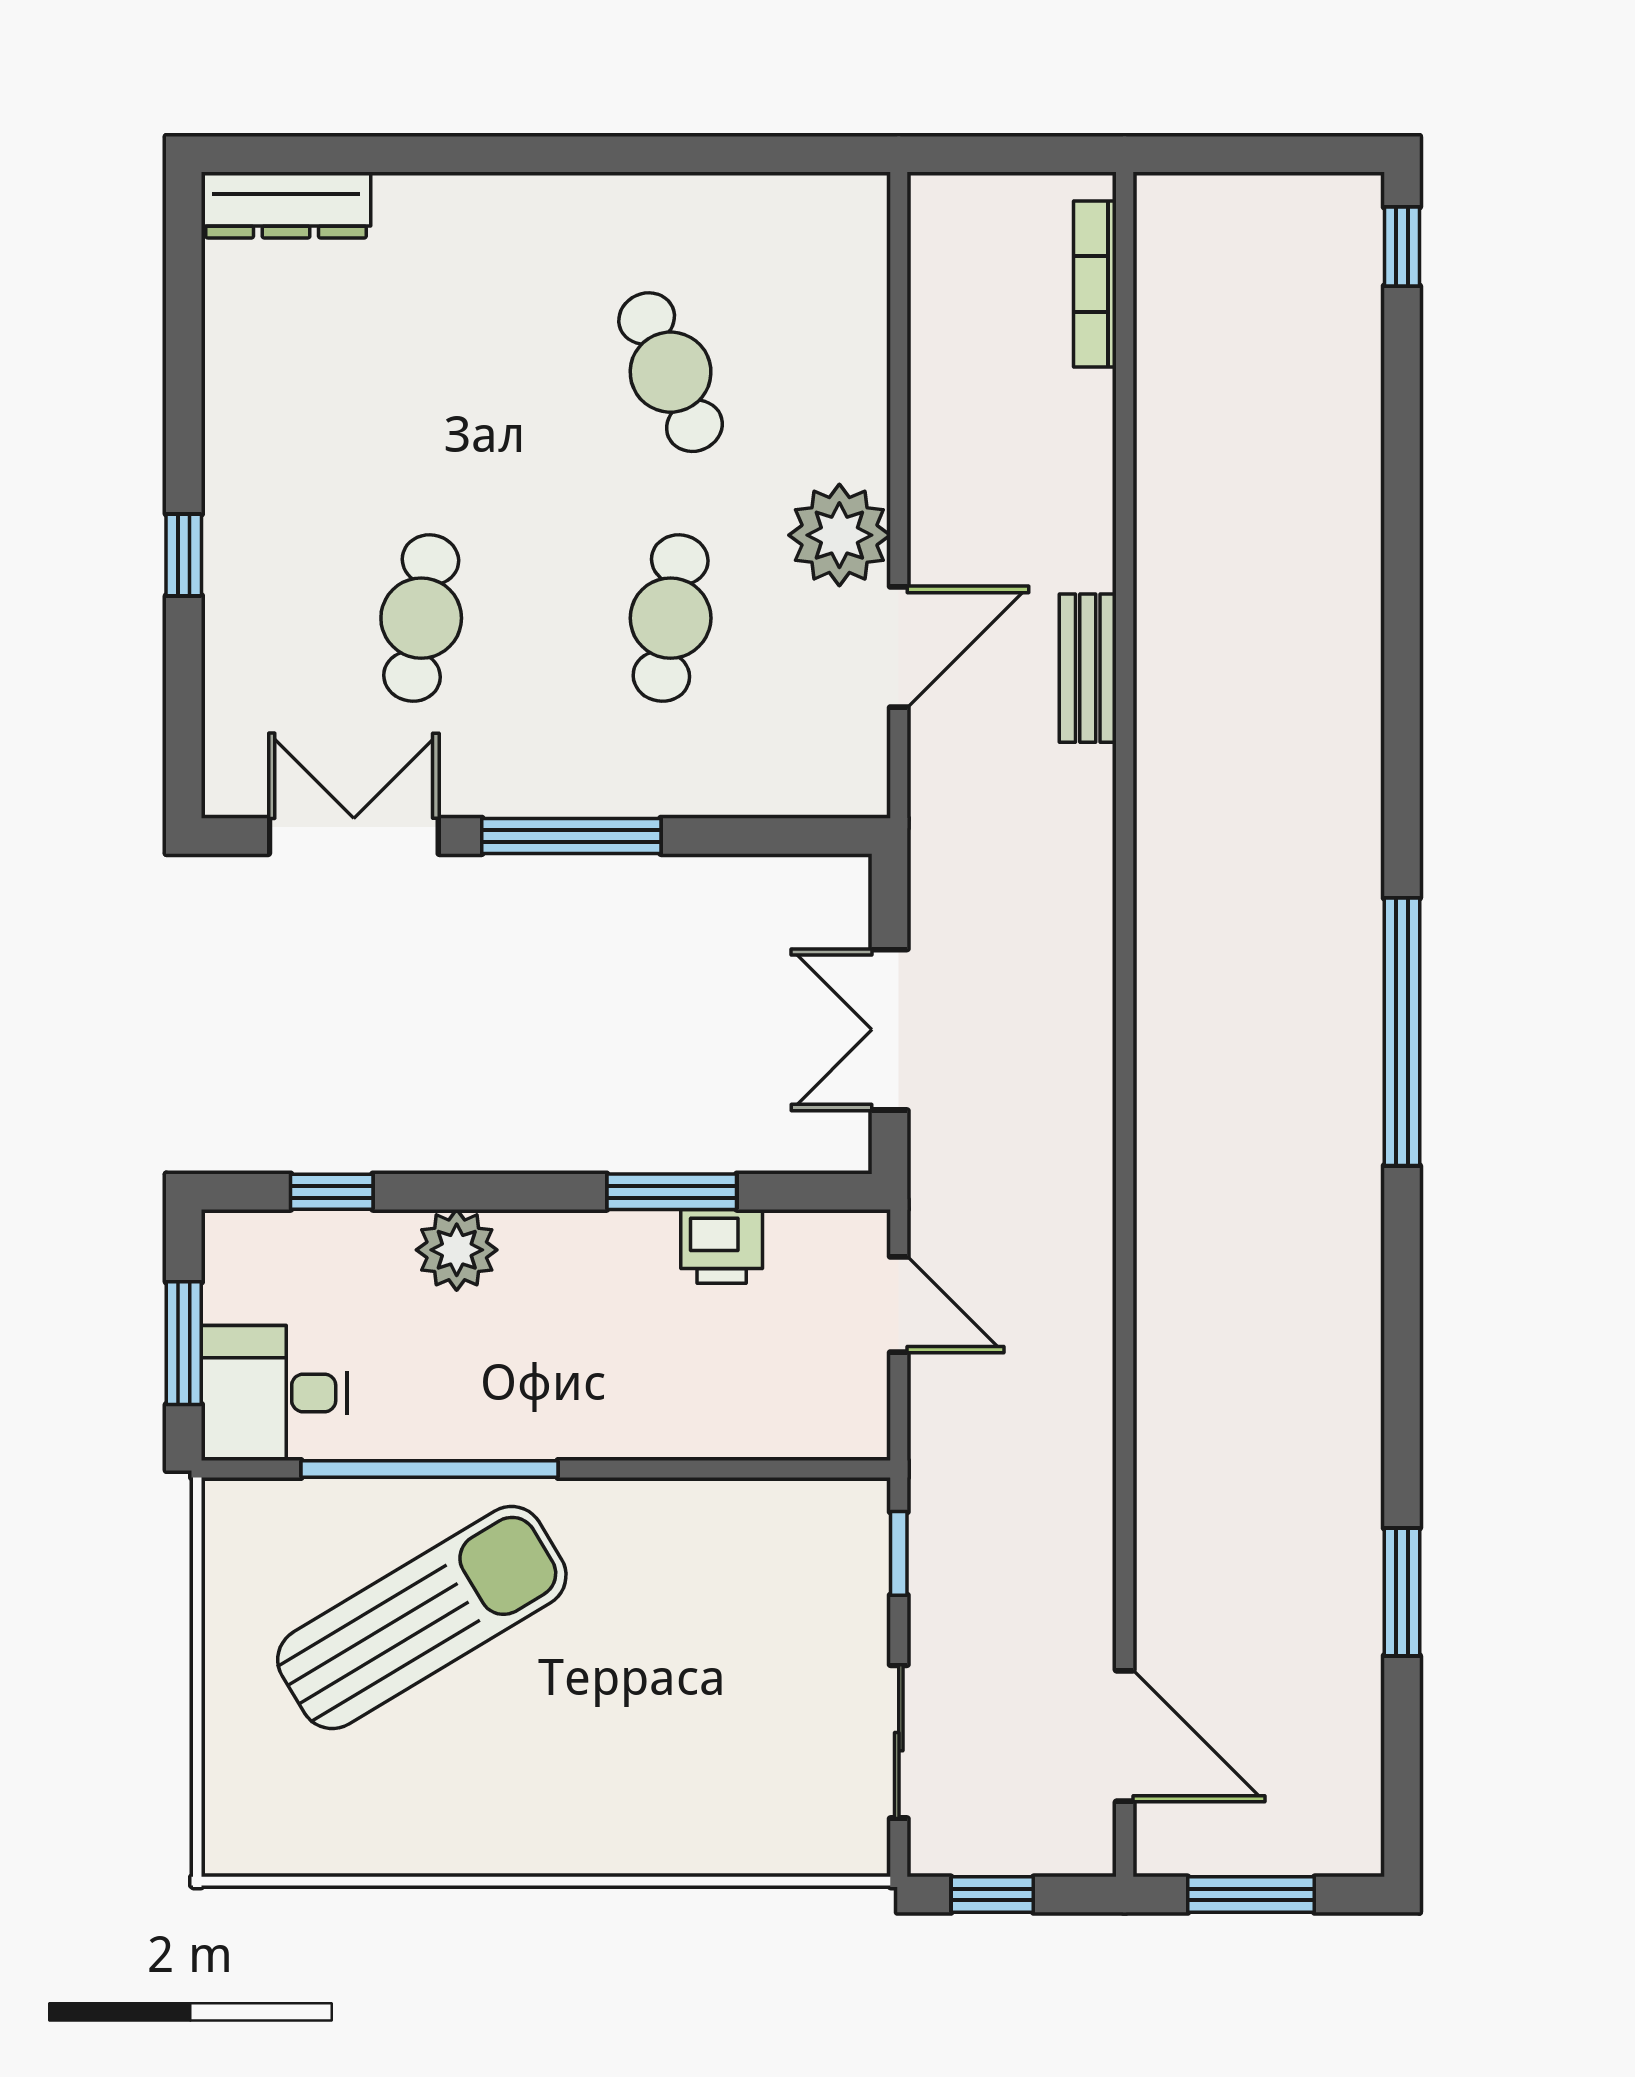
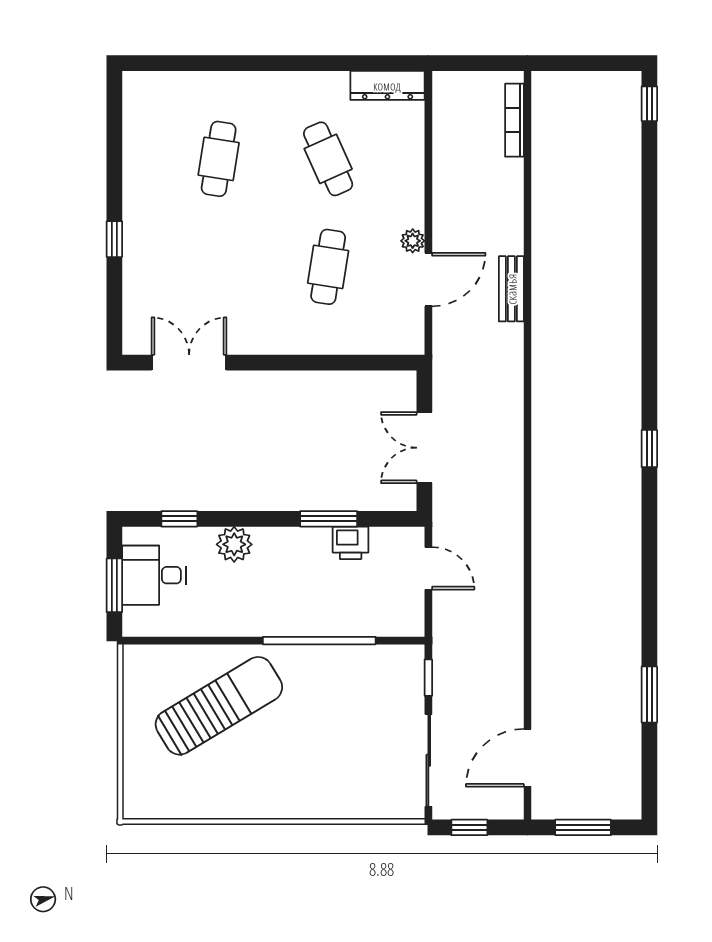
dresser: (286, 205) -> (387, 85), moved
plant: (839, 535) -> (413, 241), width x0.53, depth x0.53
cafe table: (421, 618) -> (219, 159), moved
window: (571, 836) -> (285, 363), removed
window: (1402, 1032) -> (649, 449), width x0.32
desk: (274, 1393) -> (154, 575), moved
window: (430, 1469) -> (319, 641), moved
door: (1125, 1736) -> (528, 758), swing flipped
sliding door: (899, 1742) -> (428, 760), width x1.37

